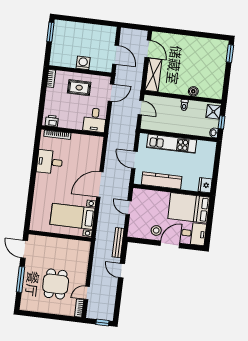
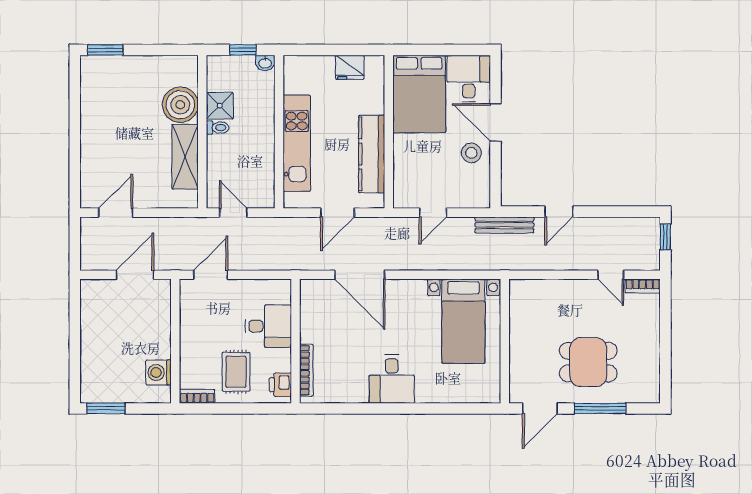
washing machine: (83, 63) -> (159, 372), moved
shelving: (153, 75) -> (185, 157), moved, turned 90
rug: (79, 88) -> (236, 372), moved
boiler: (193, 91) -> (180, 105), width x1.86, depth x1.86
door: (111, 93) -> (211, 275), hinge flipped
door: (141, 108) -> (233, 213), hinge flipped
shower: (213, 112) -> (220, 106), moved
desk: (95, 120) -> (268, 326), moved
desk: (50, 162) -> (392, 379), moved
door: (100, 185) -> (360, 275), moved
fridge: (205, 185) -> (350, 67), moved
dining table: (56, 284) -> (588, 362), moved

